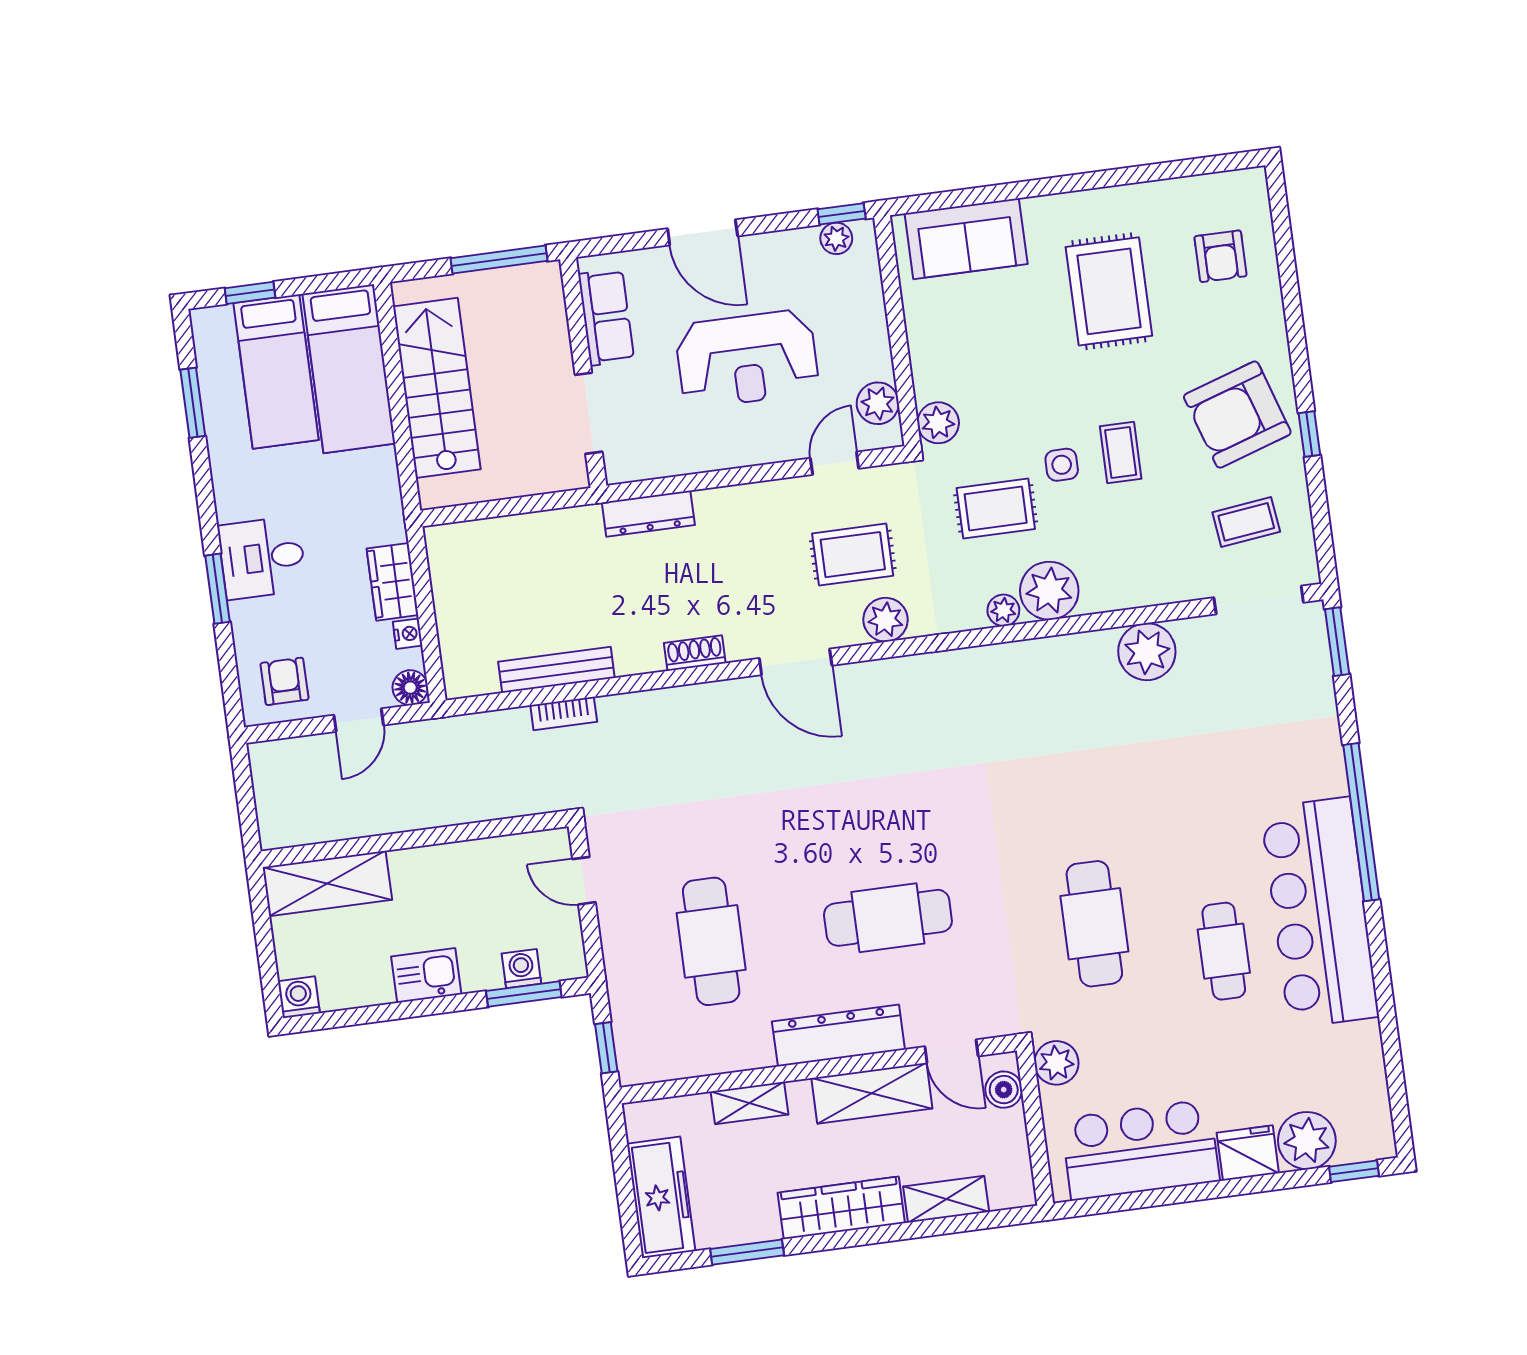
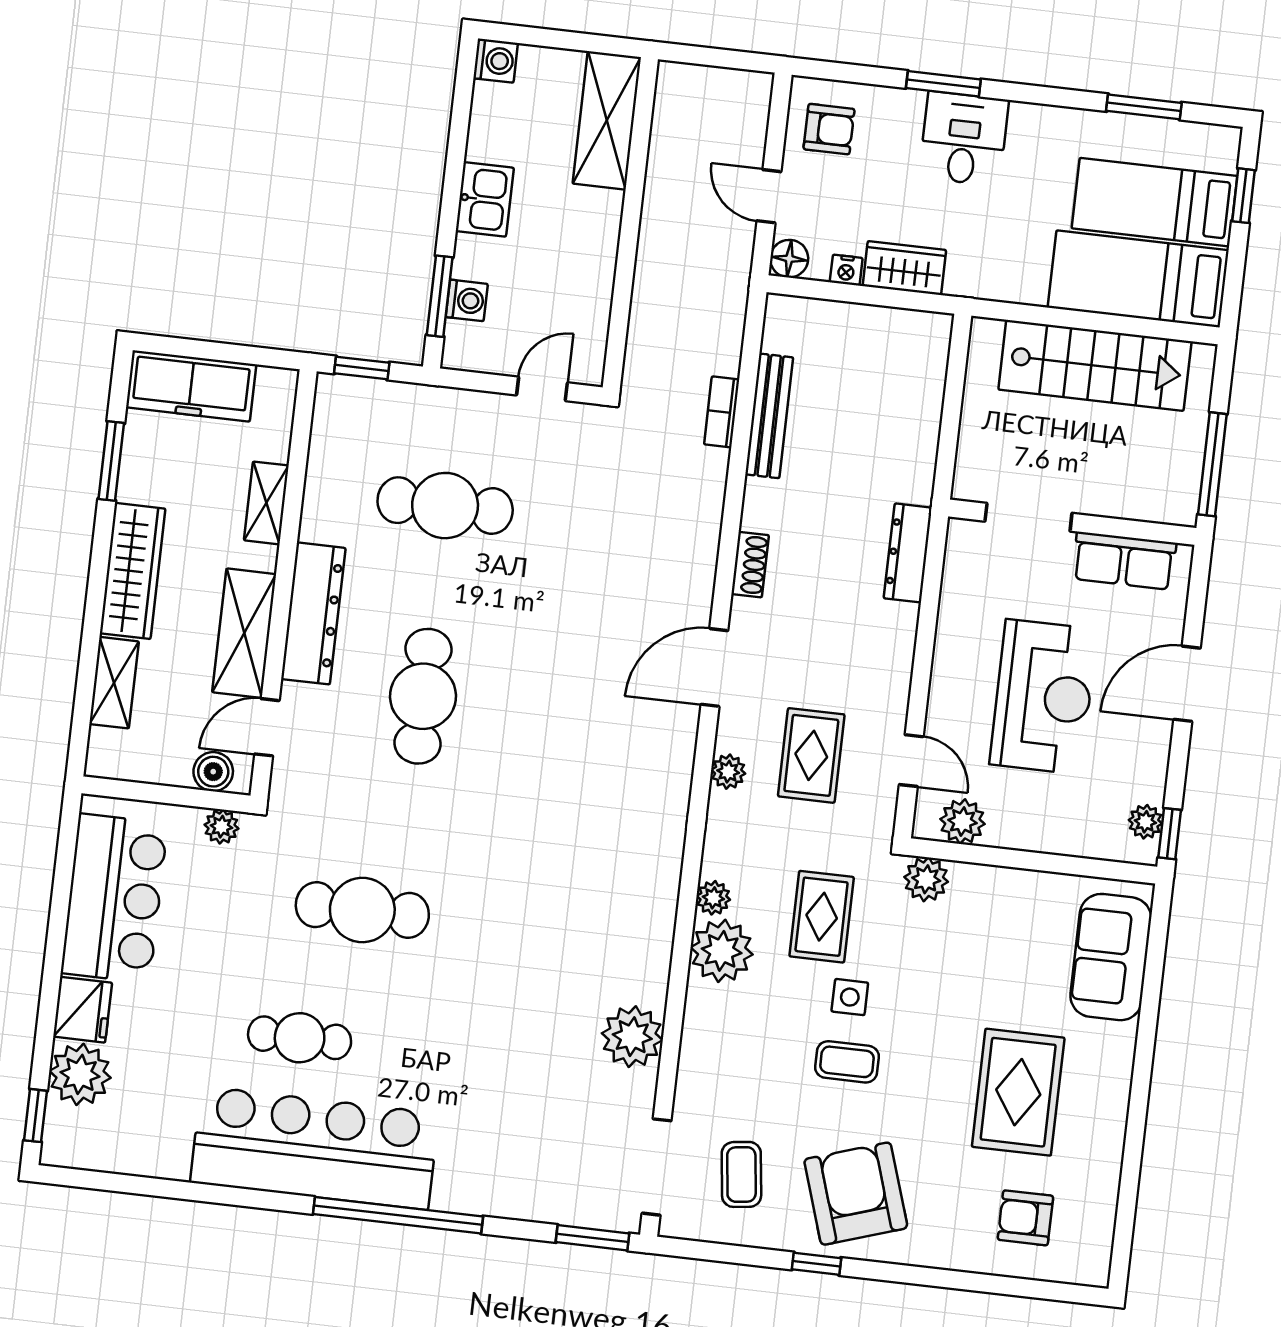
rug: (1109, 291) -> (1018, 1092), turned 90
reception desk: (747, 359) -> (1043, 697), turned 180
plant: (885, 620) -> (728, 772), width x0.73, depth x0.73
plant: (1056, 1063) -> (221, 827), width x0.73, depth x0.73

